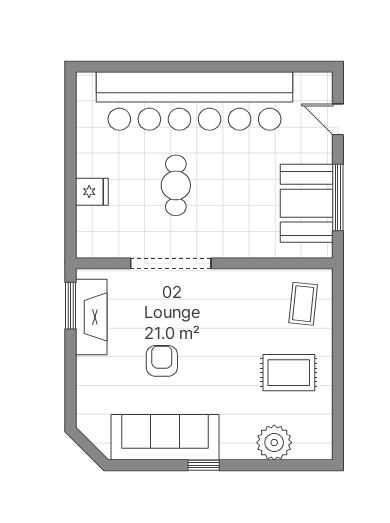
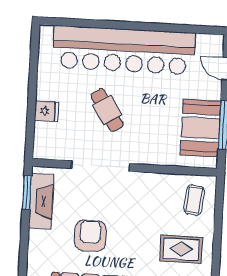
cafe table: (176, 185) -> (107, 110), turned -33
armchair: (162, 361) -> (90, 236), width x1.38, depth x1.38

